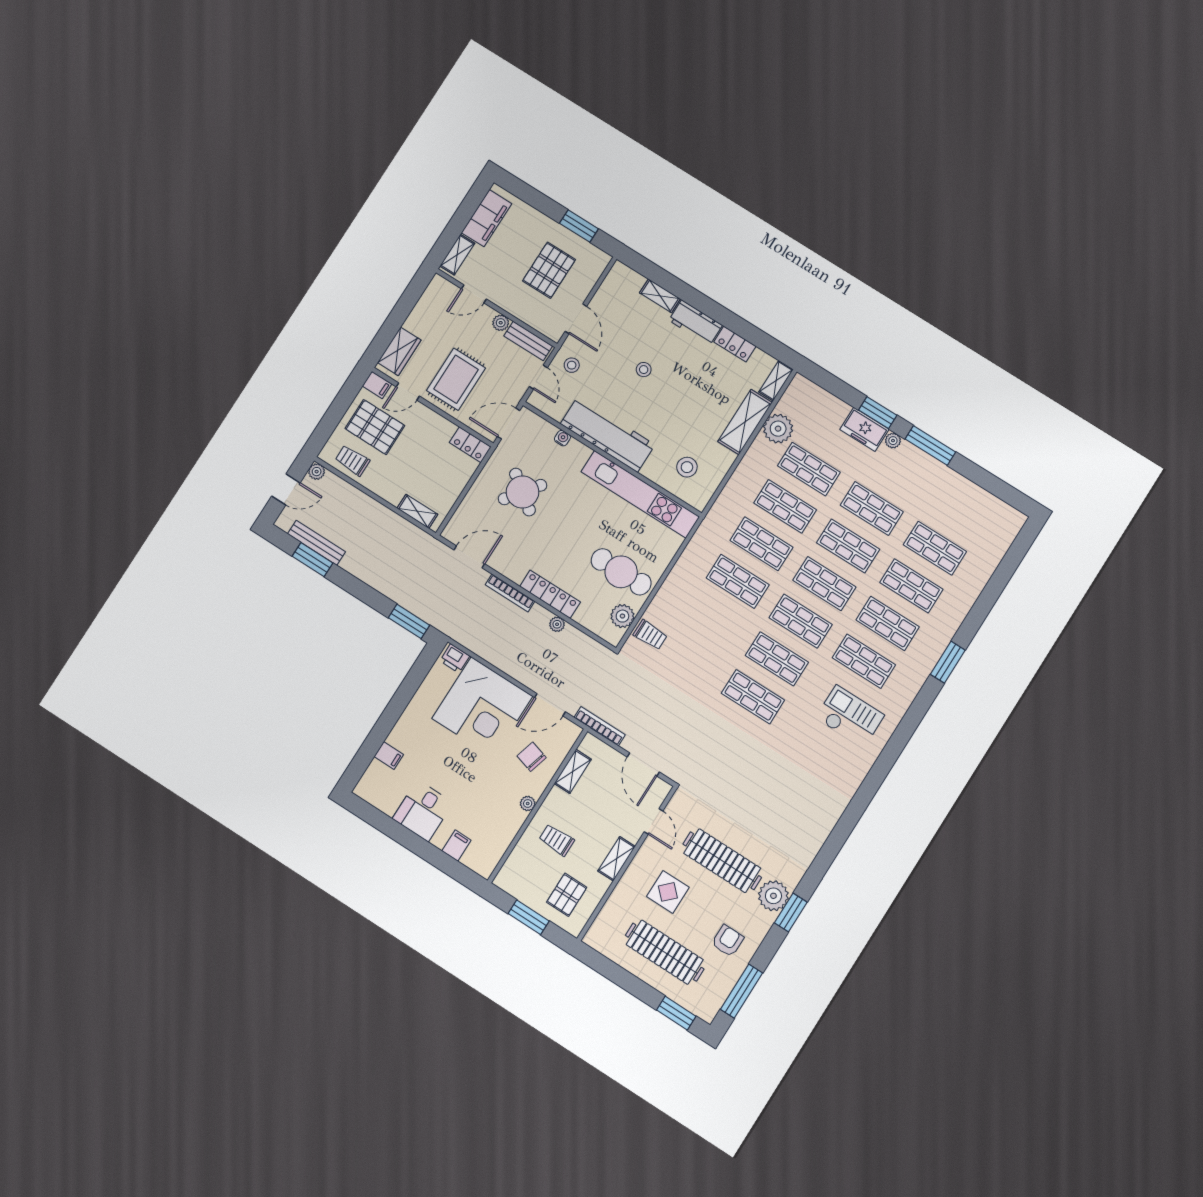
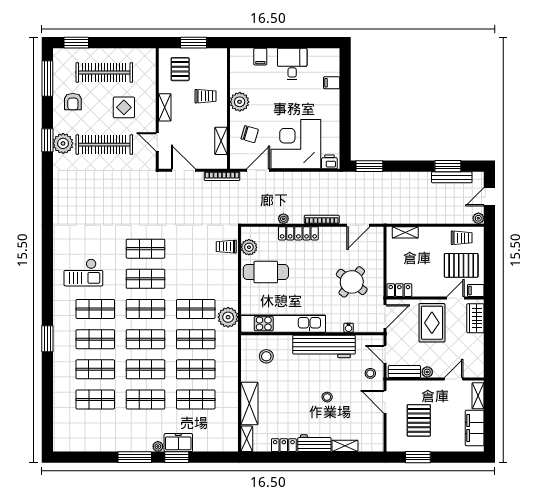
plant: (778, 429) -> (228, 317), moved
plant: (528, 804) -> (240, 102), width x1.88, depth x1.88

